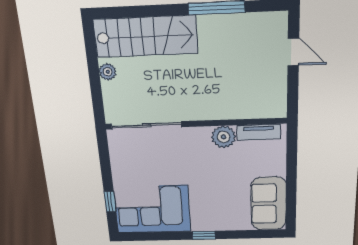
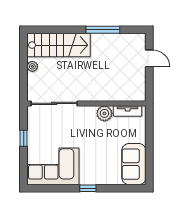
window: (110, 202) -> (24, 138), moved

